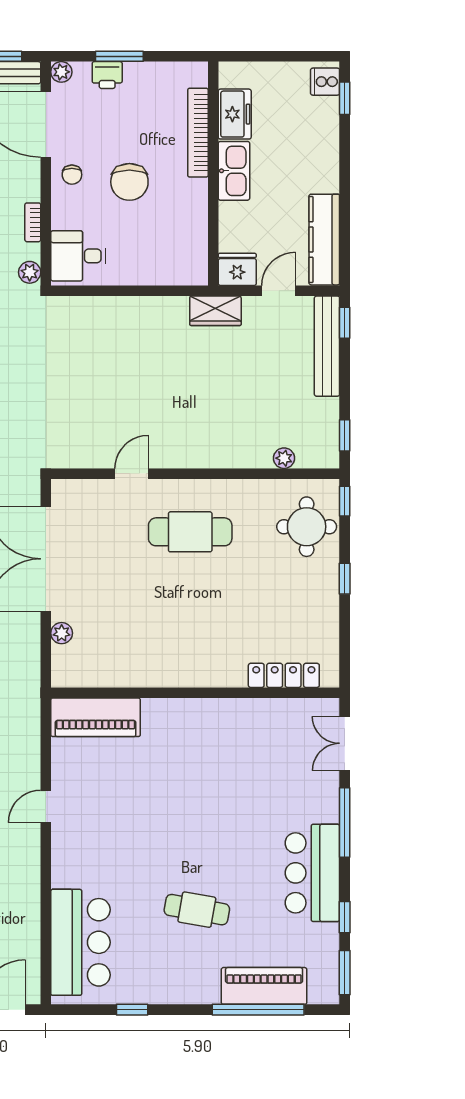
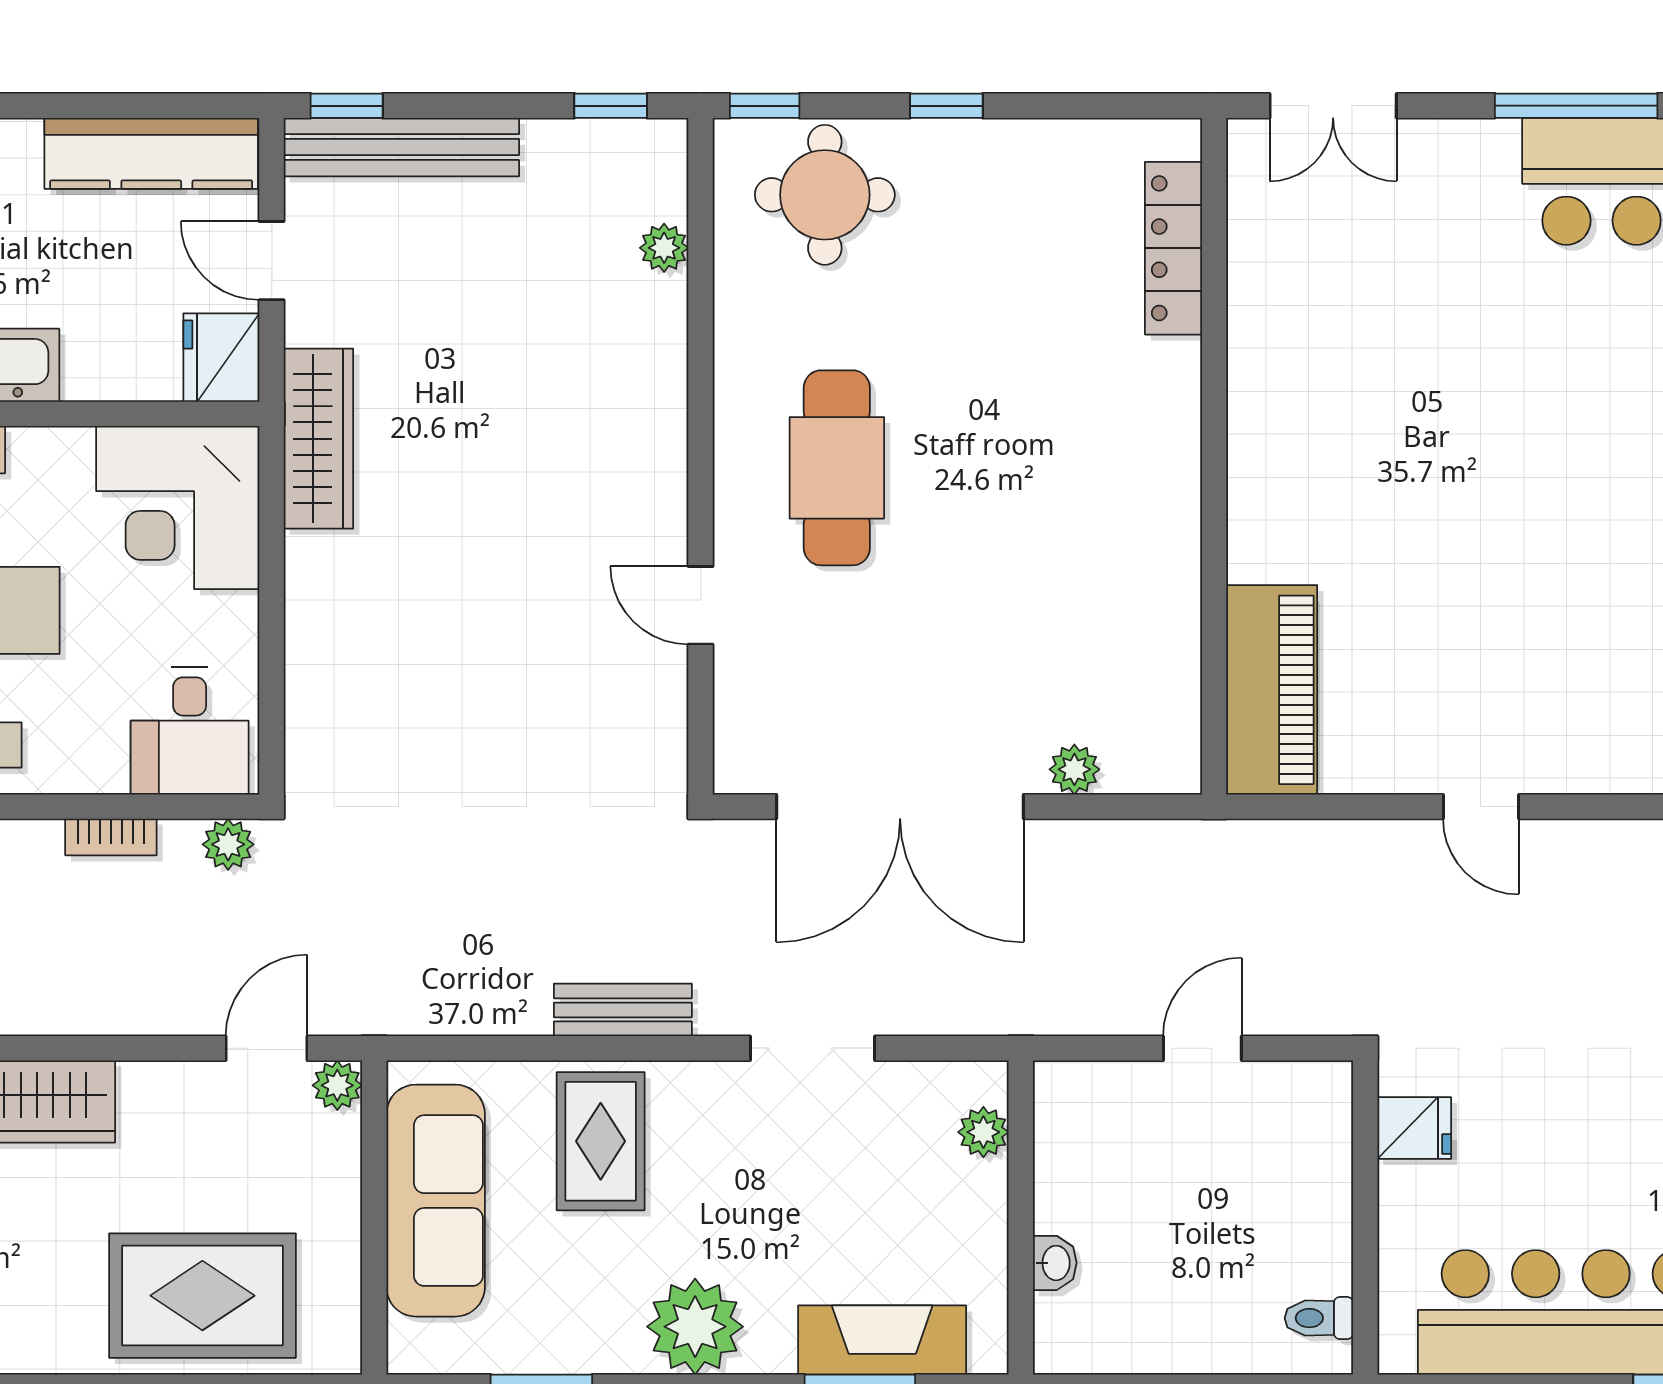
corner desk: (173, 251) -> (178, 508), added
wardrobe: (215, 311) -> (318, 439), width x1.50
window: (345, 822) -> (1576, 106), moved

